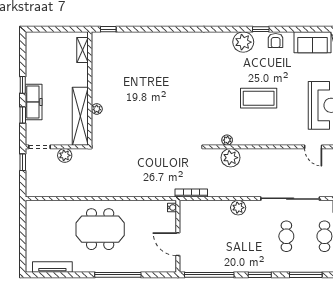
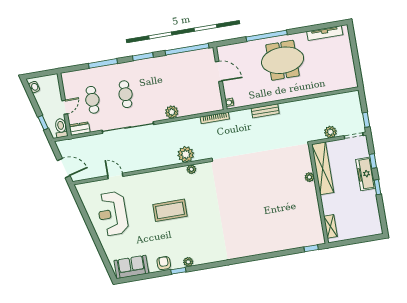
plant: (243, 42) -> (188, 262), width x0.53, depth x0.53
bench: (134, 191) -> (265, 111), added
meeting table: (100, 229) -> (283, 60), moved

